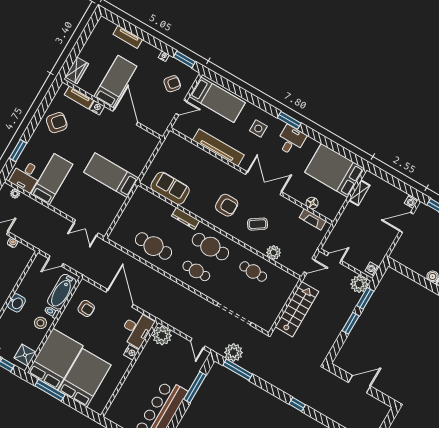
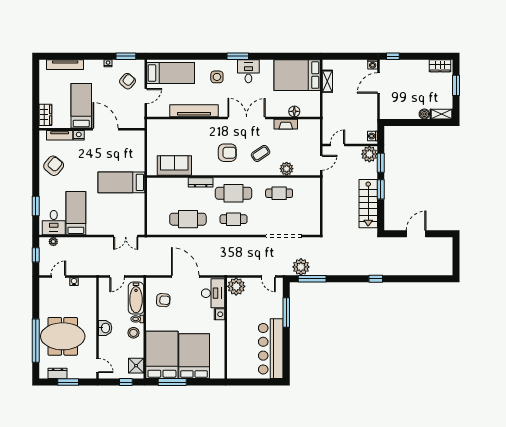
tv unit: (128, 37) -> (65, 65), width x1.41
fireplace: (313, 219) -> (286, 124), moved
stairs: (297, 309) -> (368, 204), moved, turned 180

